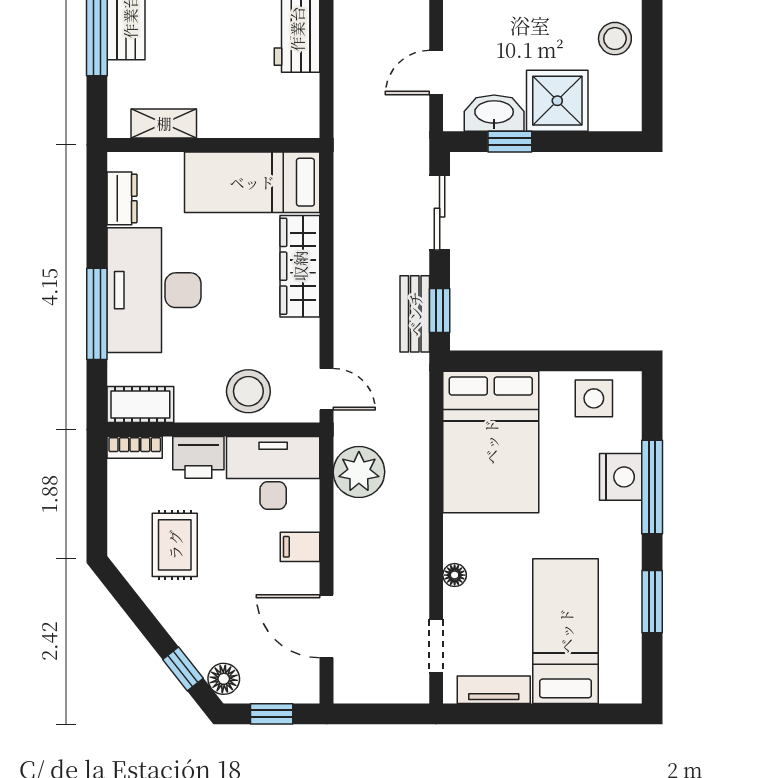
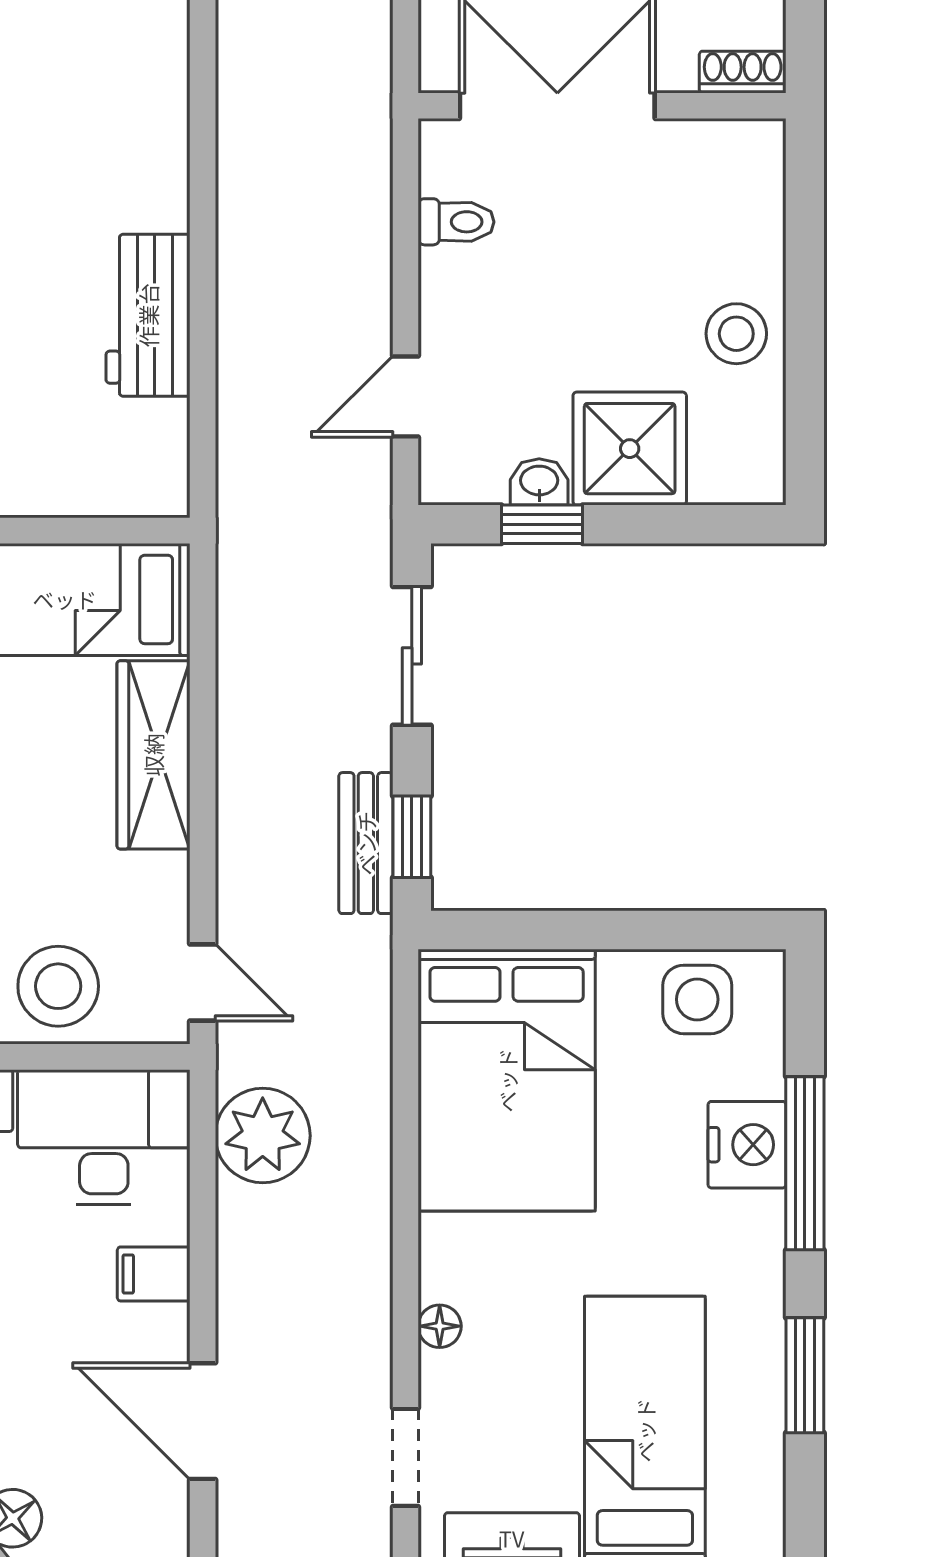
washbasin: (494, 113) -> (539, 482), width x0.52, depth x0.69

